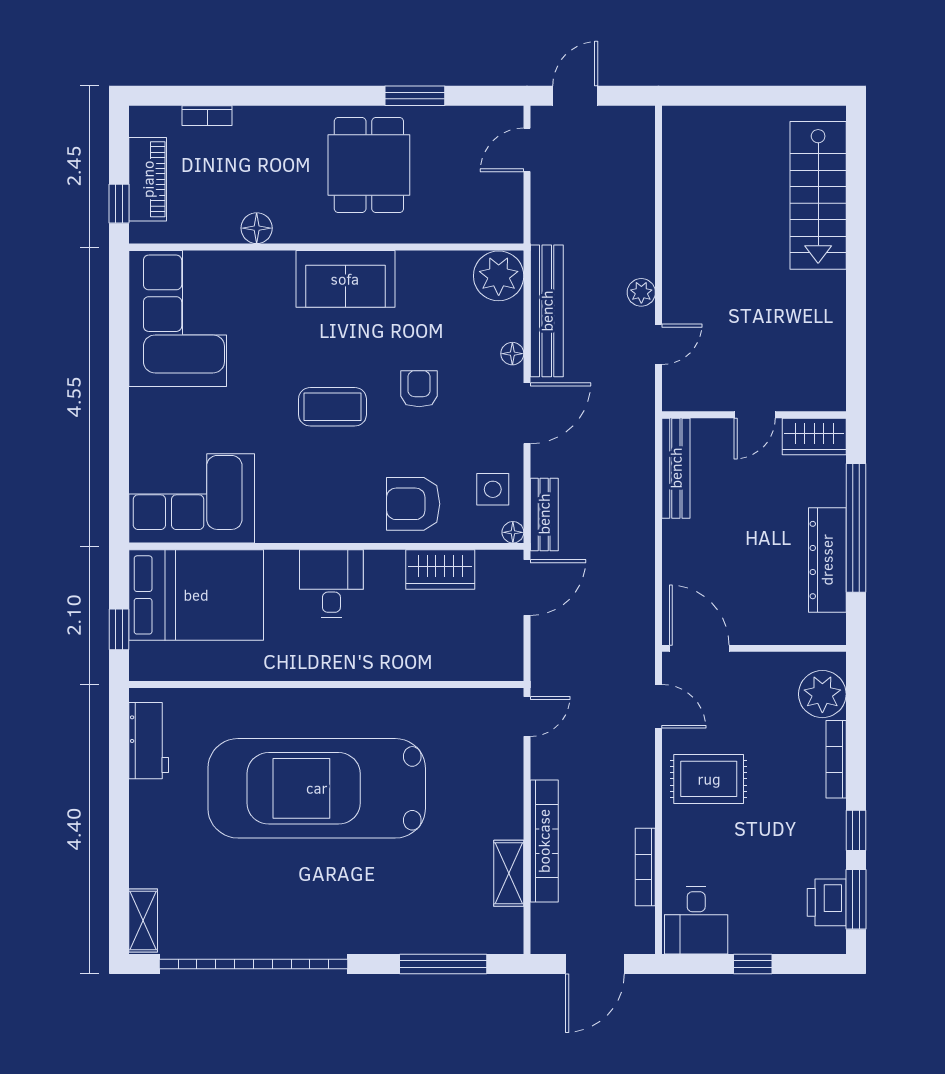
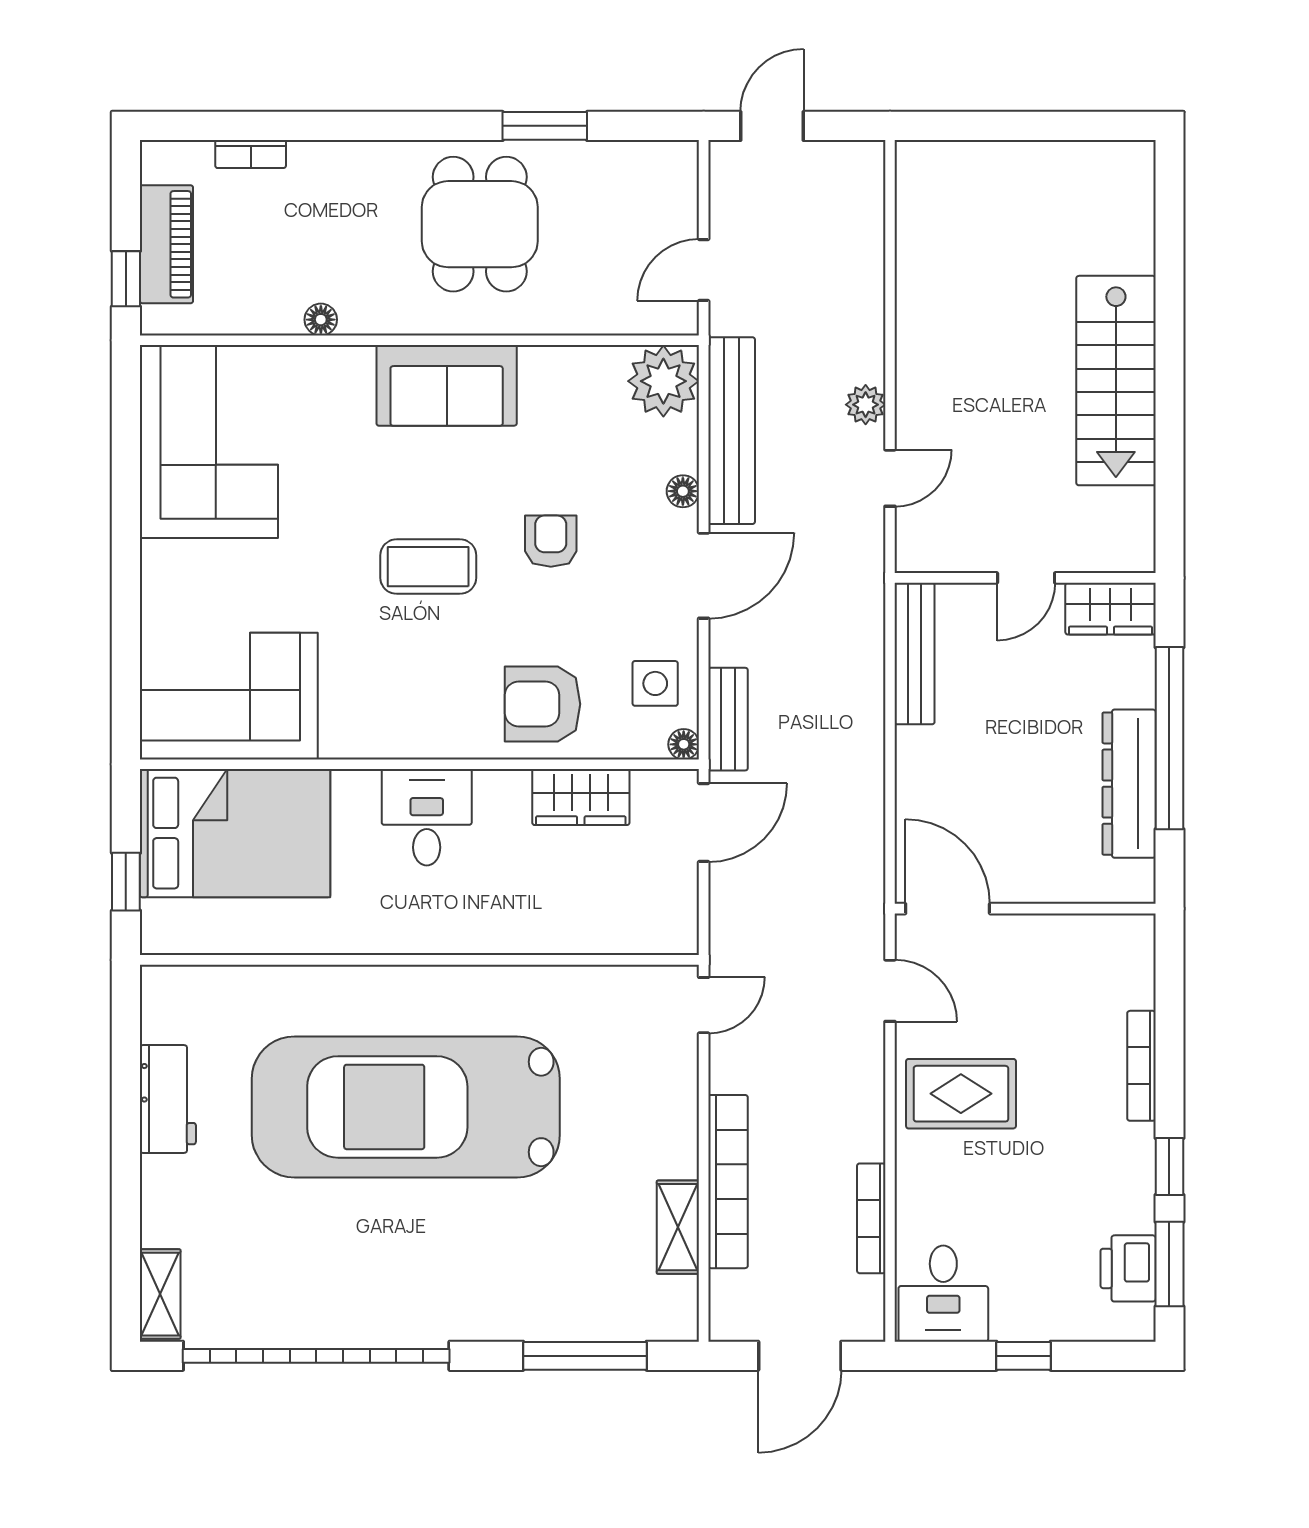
door: (527, 150) -> (704, 270), moved
stairs: (818, 195) -> (1116, 381), moved
floor lamp: (257, 228) -> (321, 320), width x0.73, depth x0.73
plant: (822, 694) -> (1122, 973), removed
workbench: (149, 741) -> (168, 1099), moved

